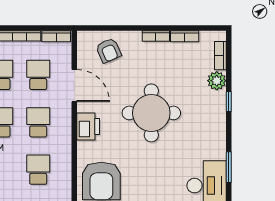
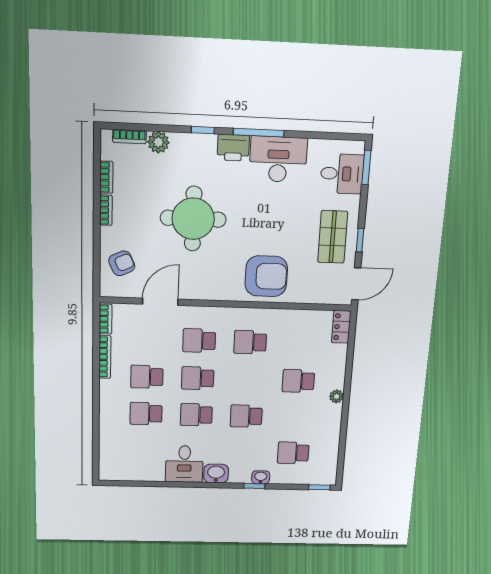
school desk: (38, 75) -> (148, 339), removed
window: (229, 102) -> (203, 130), moved
printer: (88, 126) -> (233, 148), moved, turned 180
window: (229, 167) -> (259, 133), width x1.44

